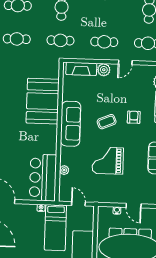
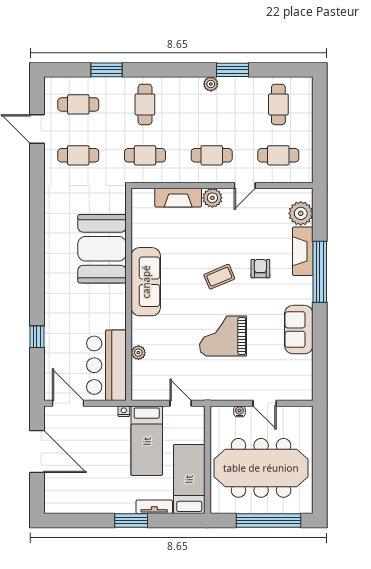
booth: (43, 101) -> (102, 249), moved
sofa: (71, 124) -> (146, 282), moved
wall: (59, 132) -> (129, 294), moved
plant: (64, 170) -> (138, 353), moved
bar counter: (43, 178) -> (106, 365), moved

